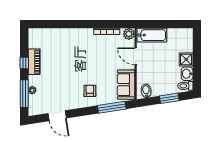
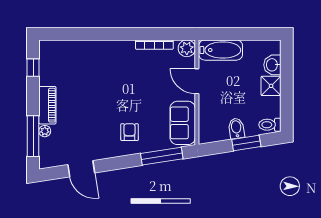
piano: (34, 62) -> (47, 105), moved
window: (24, 63) -> (33, 68), moved
washbasin: (187, 74) -> (272, 65), moved
bidet: (146, 91) -> (236, 128), moved

